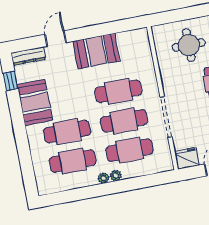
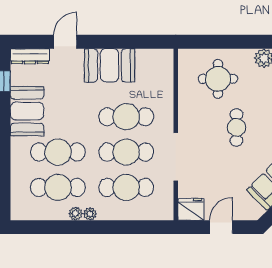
plant: (116, 176) -> (76, 214), moved

